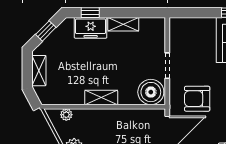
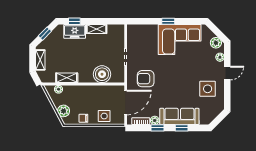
boiler: (151, 92) -> (102, 74), moved
shelving: (101, 98) -> (67, 78), moved

